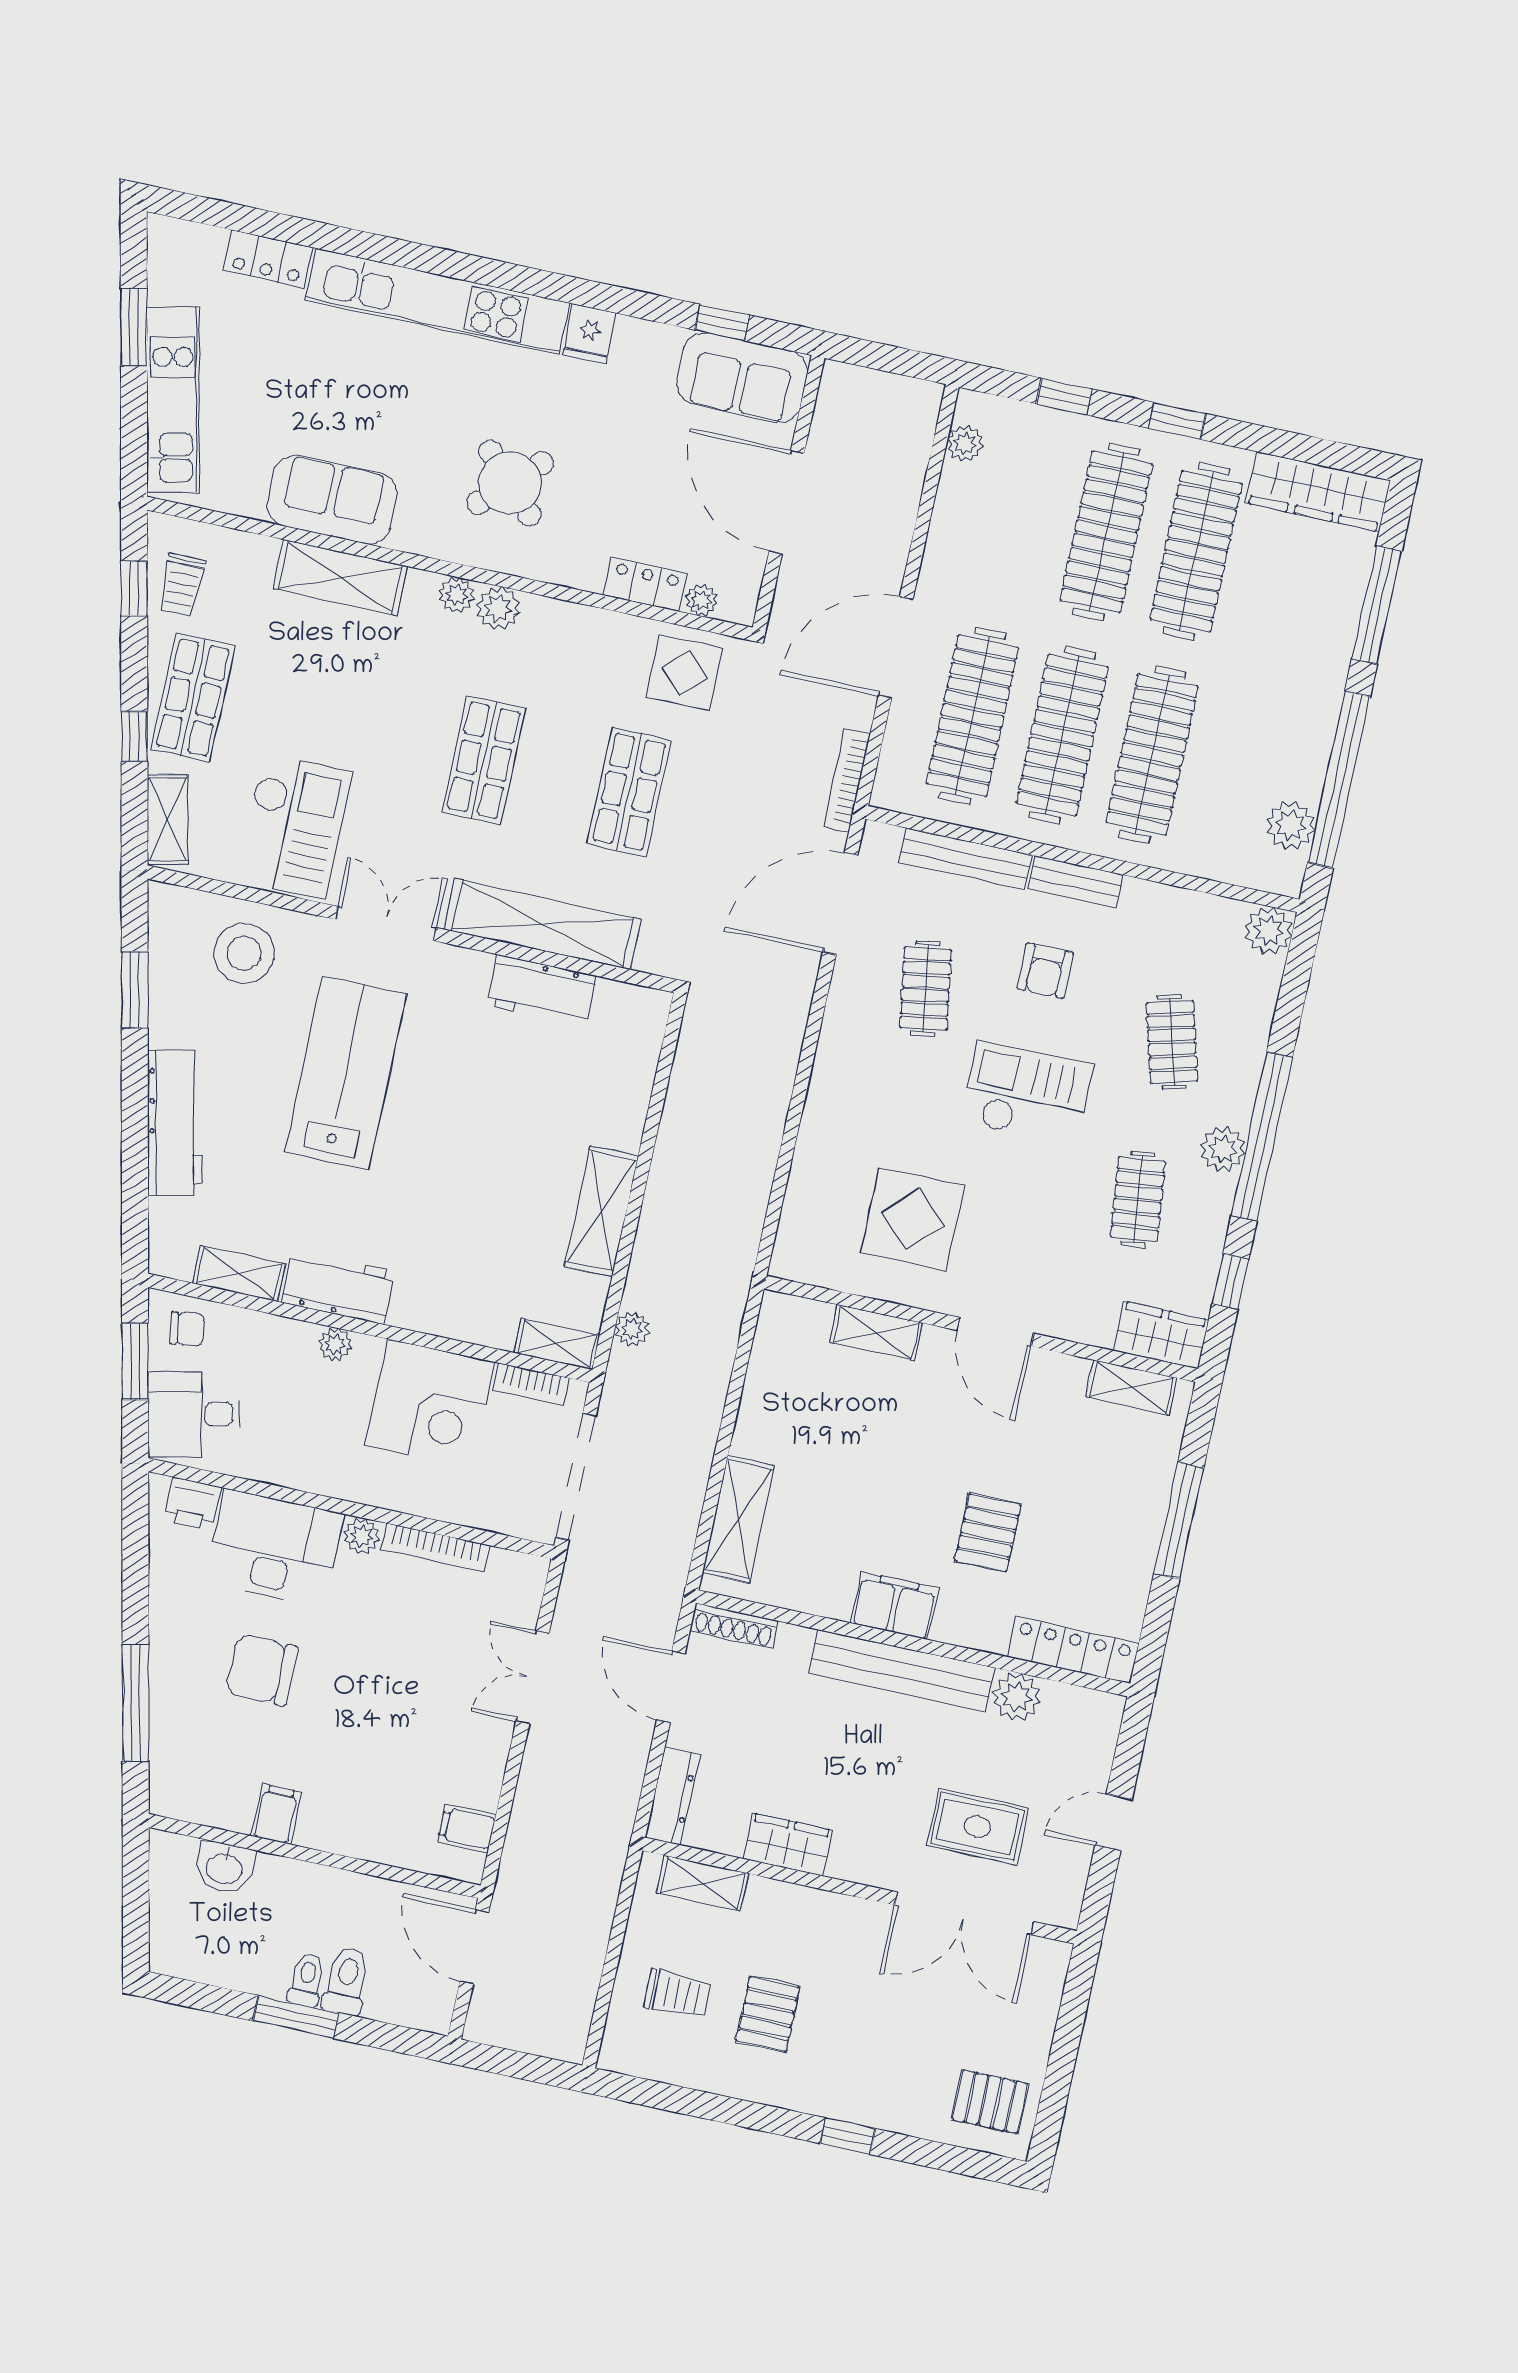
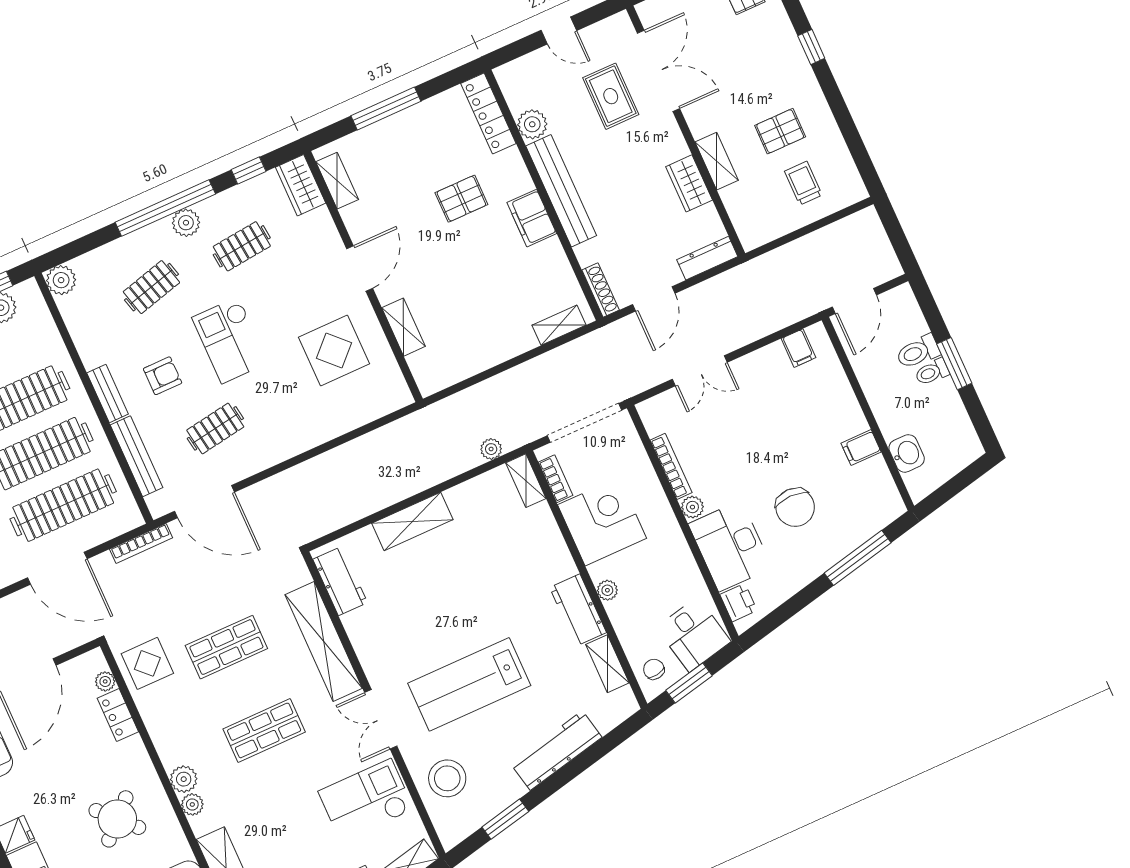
workbench: (541, 990) -> (340, 581), moved
shelving: (602, 1211) -> (412, 521), moved
shelving: (738, 1519) -> (559, 325), width x0.67, depth x0.75
shelving: (702, 1883) -> (717, 161), moved

